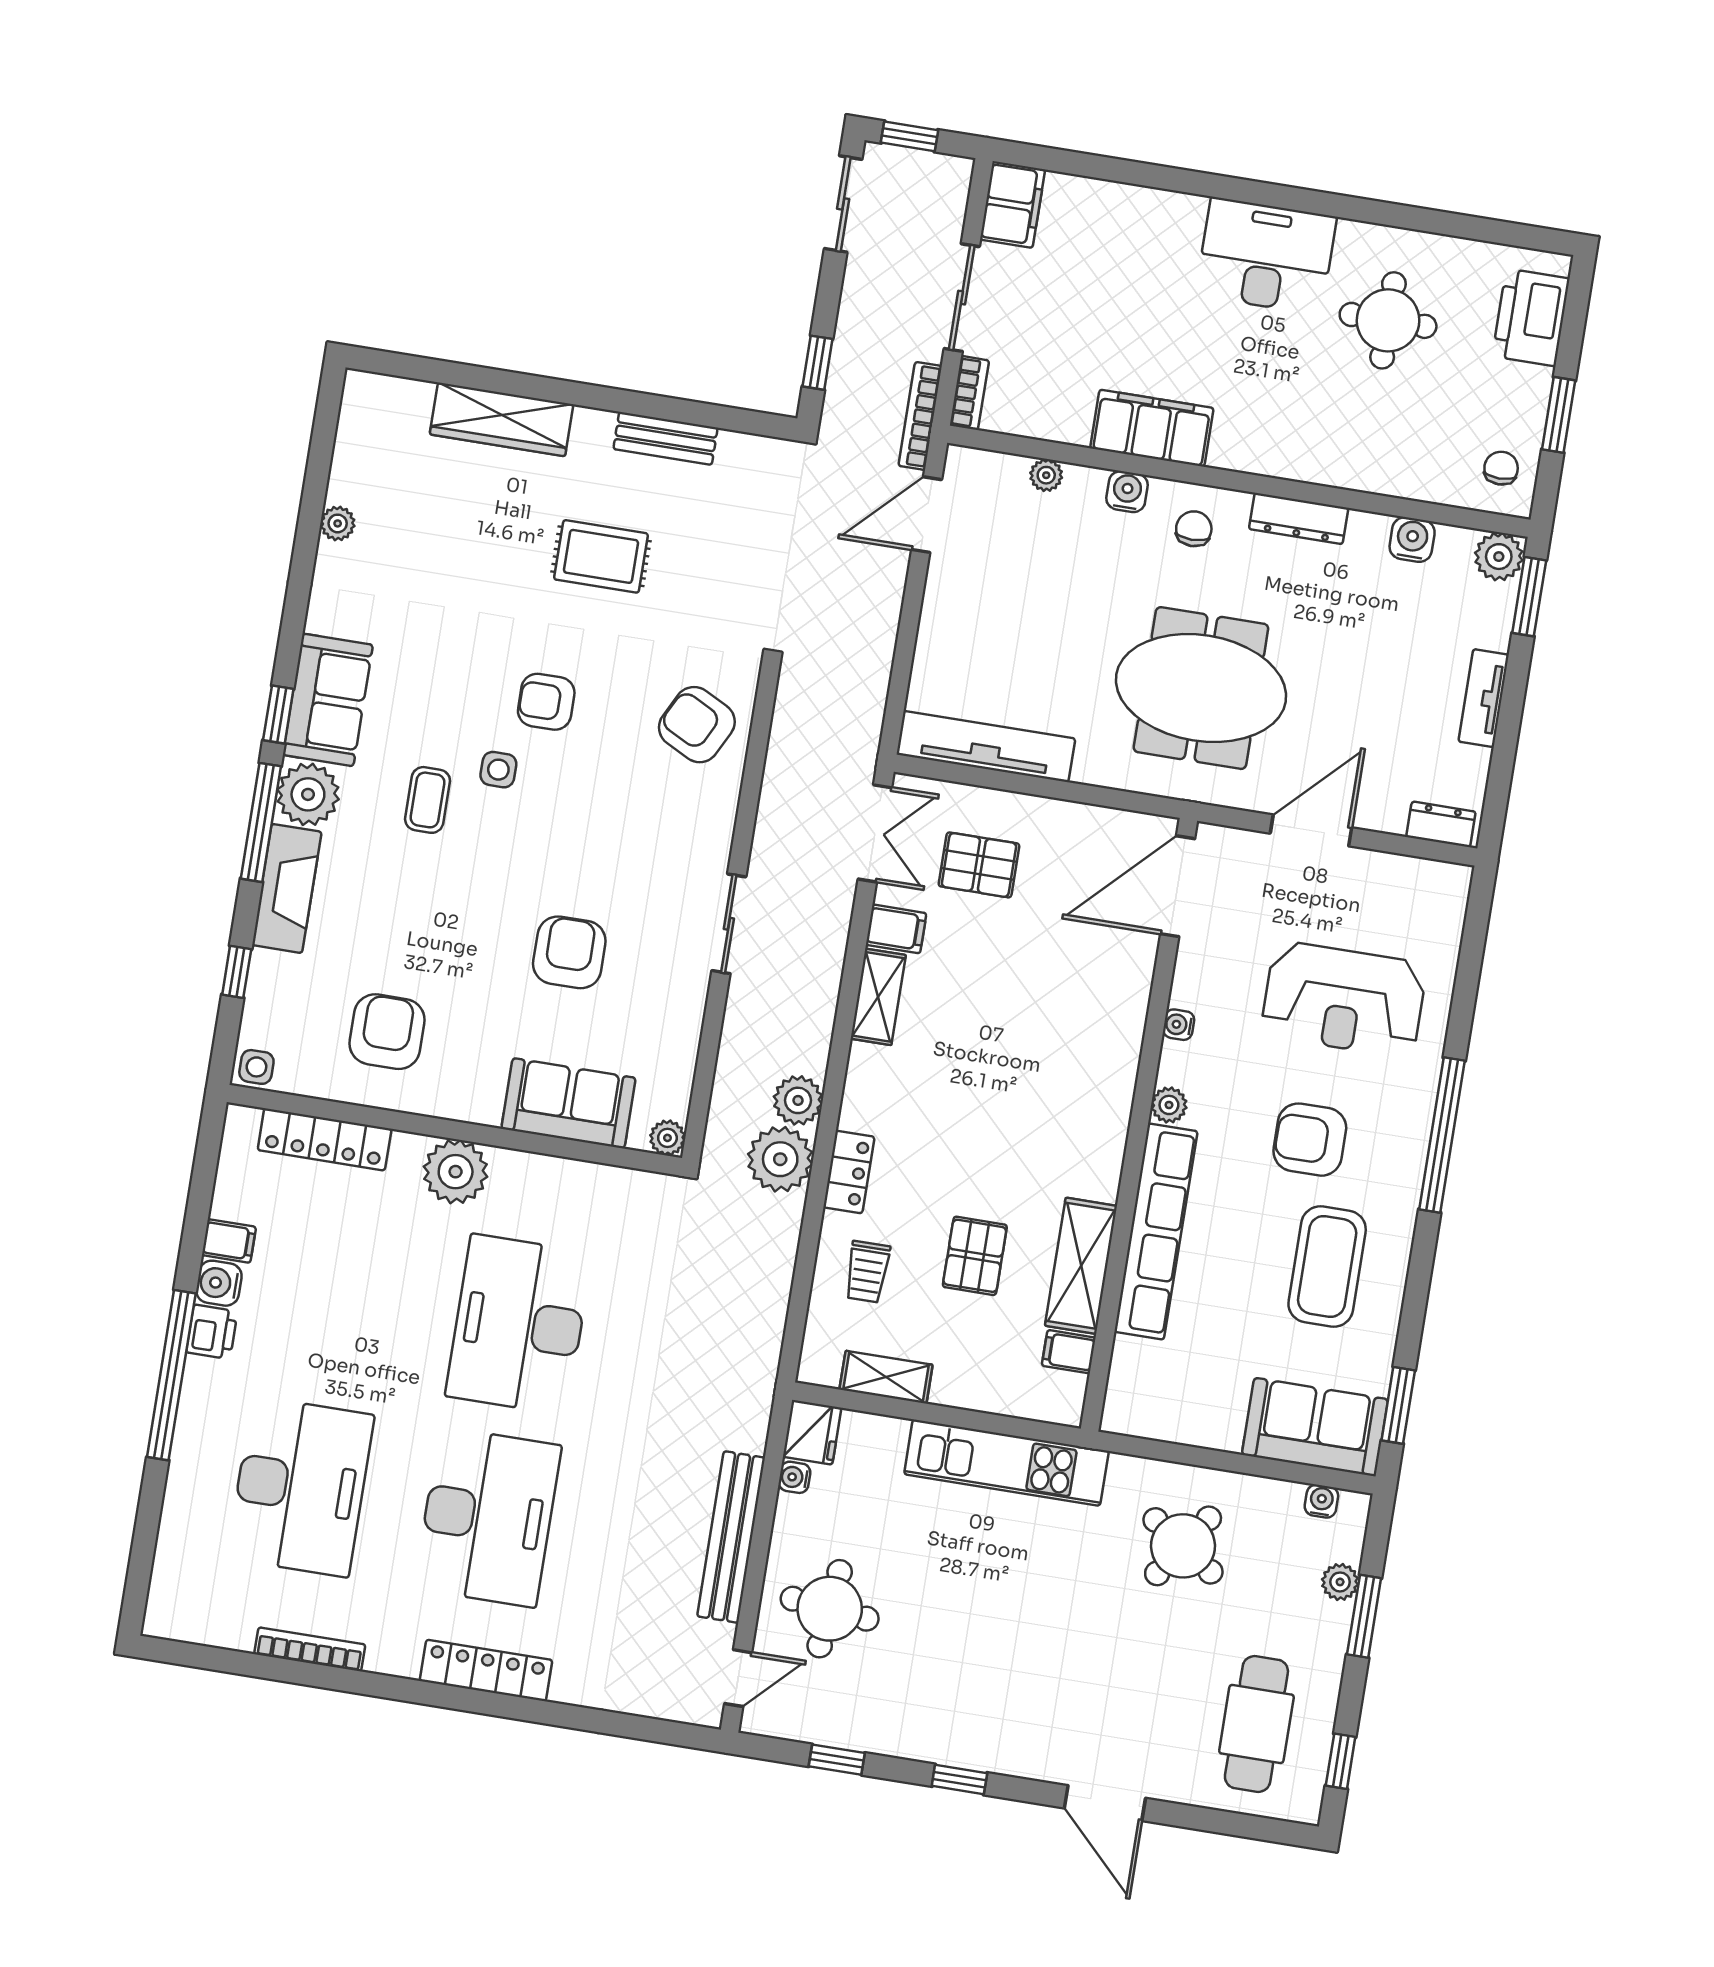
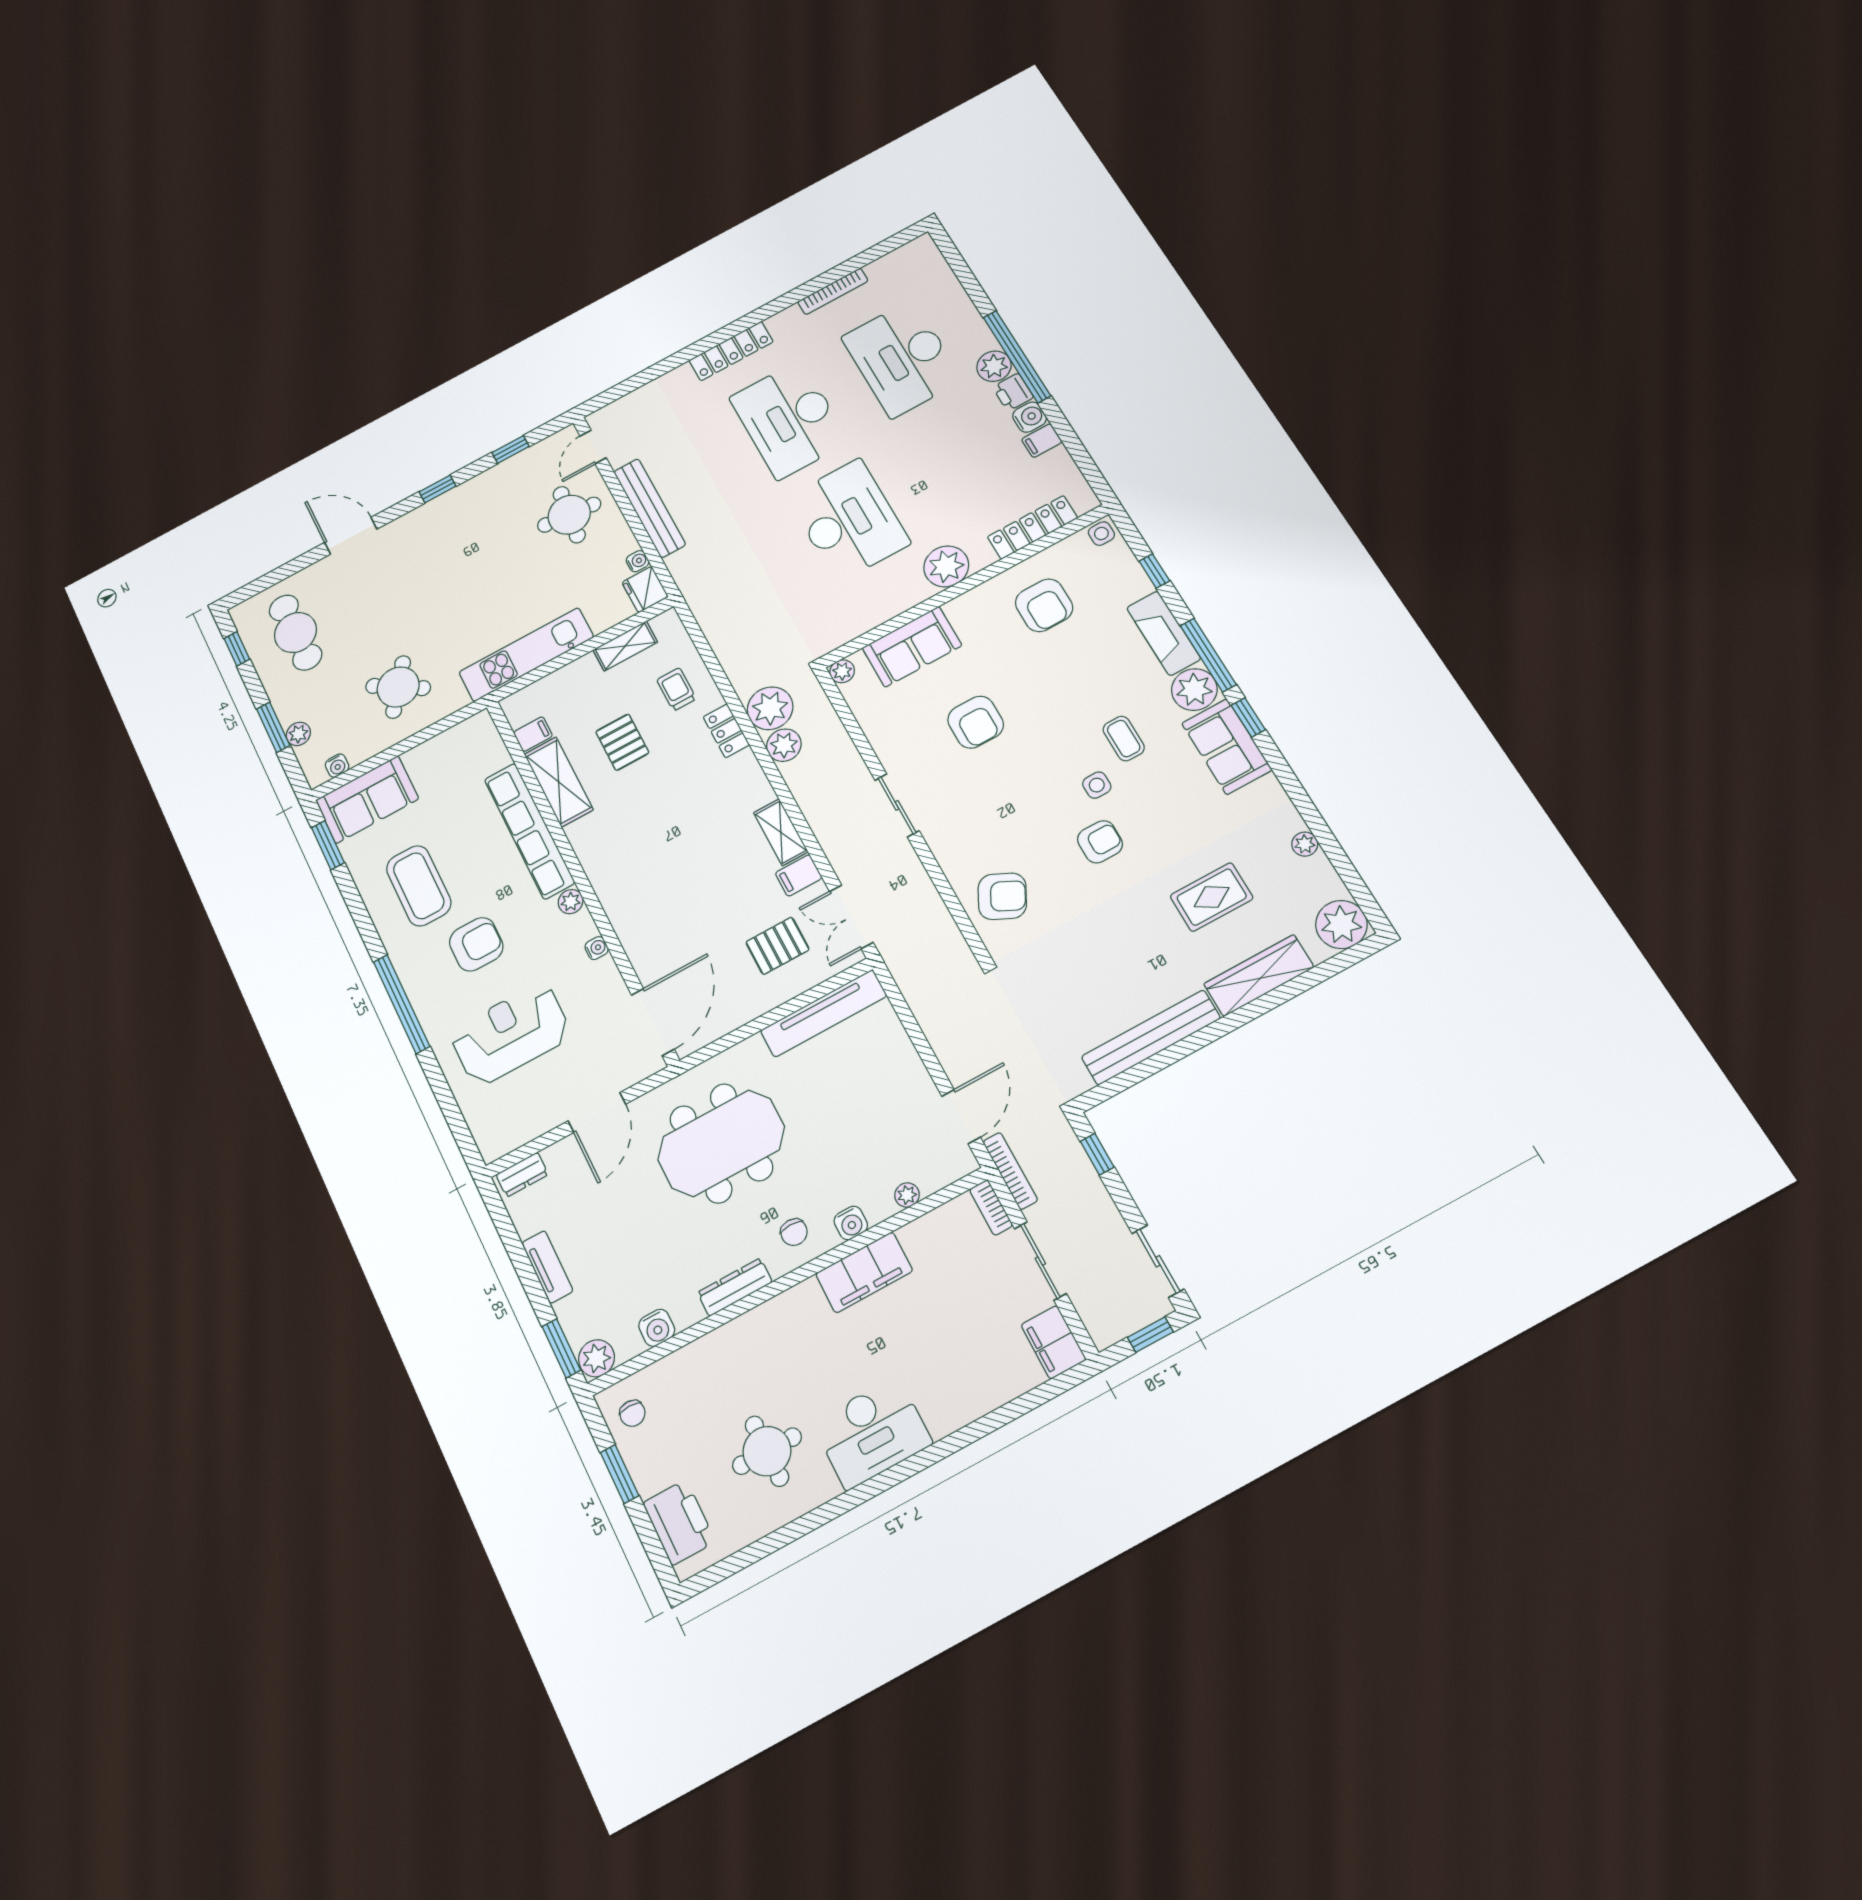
plant: (373, 406) -> (1341, 924), added
bench: (666, 438) -> (1151, 1037), width x1.86, depth x1.21
rug: (601, 556) -> (1212, 897), moved
plant: (206, 1385) -> (994, 366), added

